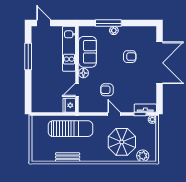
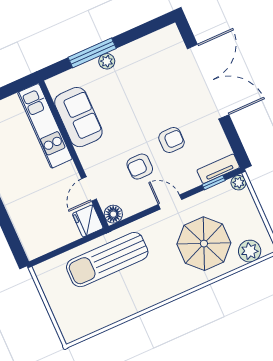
armchair: (130, 57) -> (171, 140), moved
floor lamp: (83, 73) -> (113, 214), moved
sun lounger: (70, 129) -> (107, 260), turned 180
bench: (68, 157) -> (124, 310), removed

